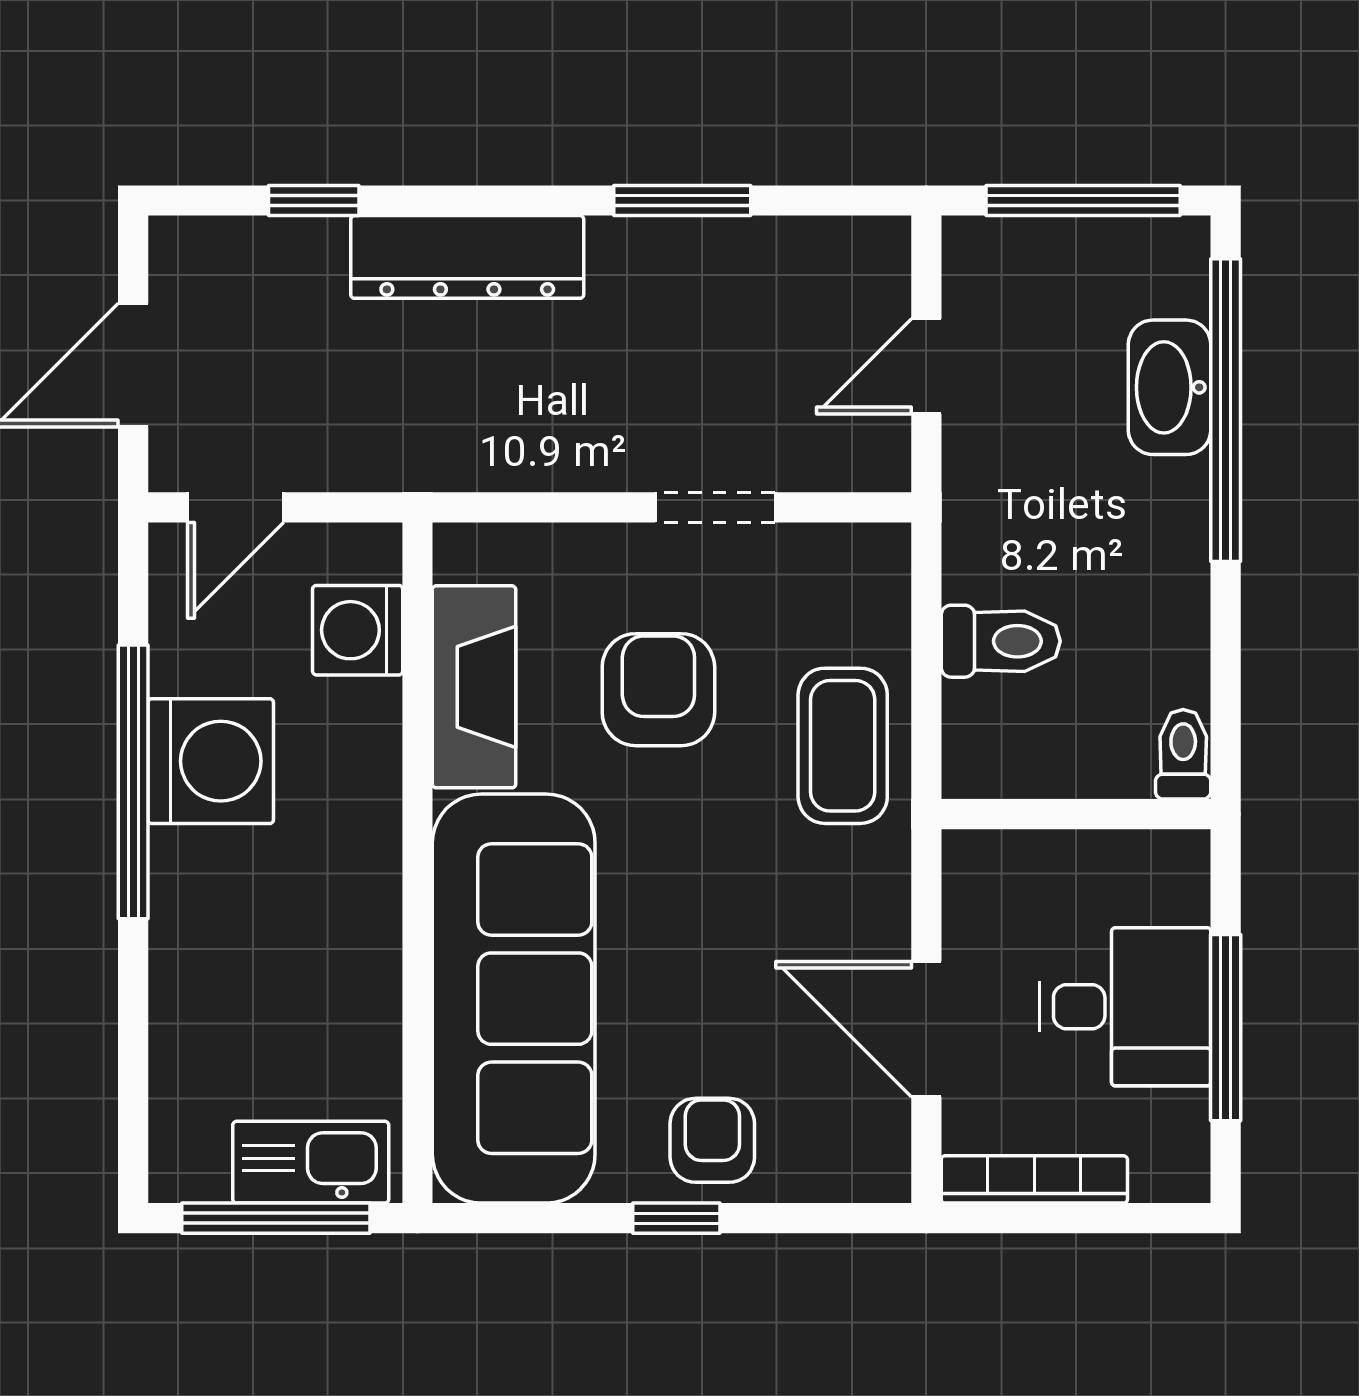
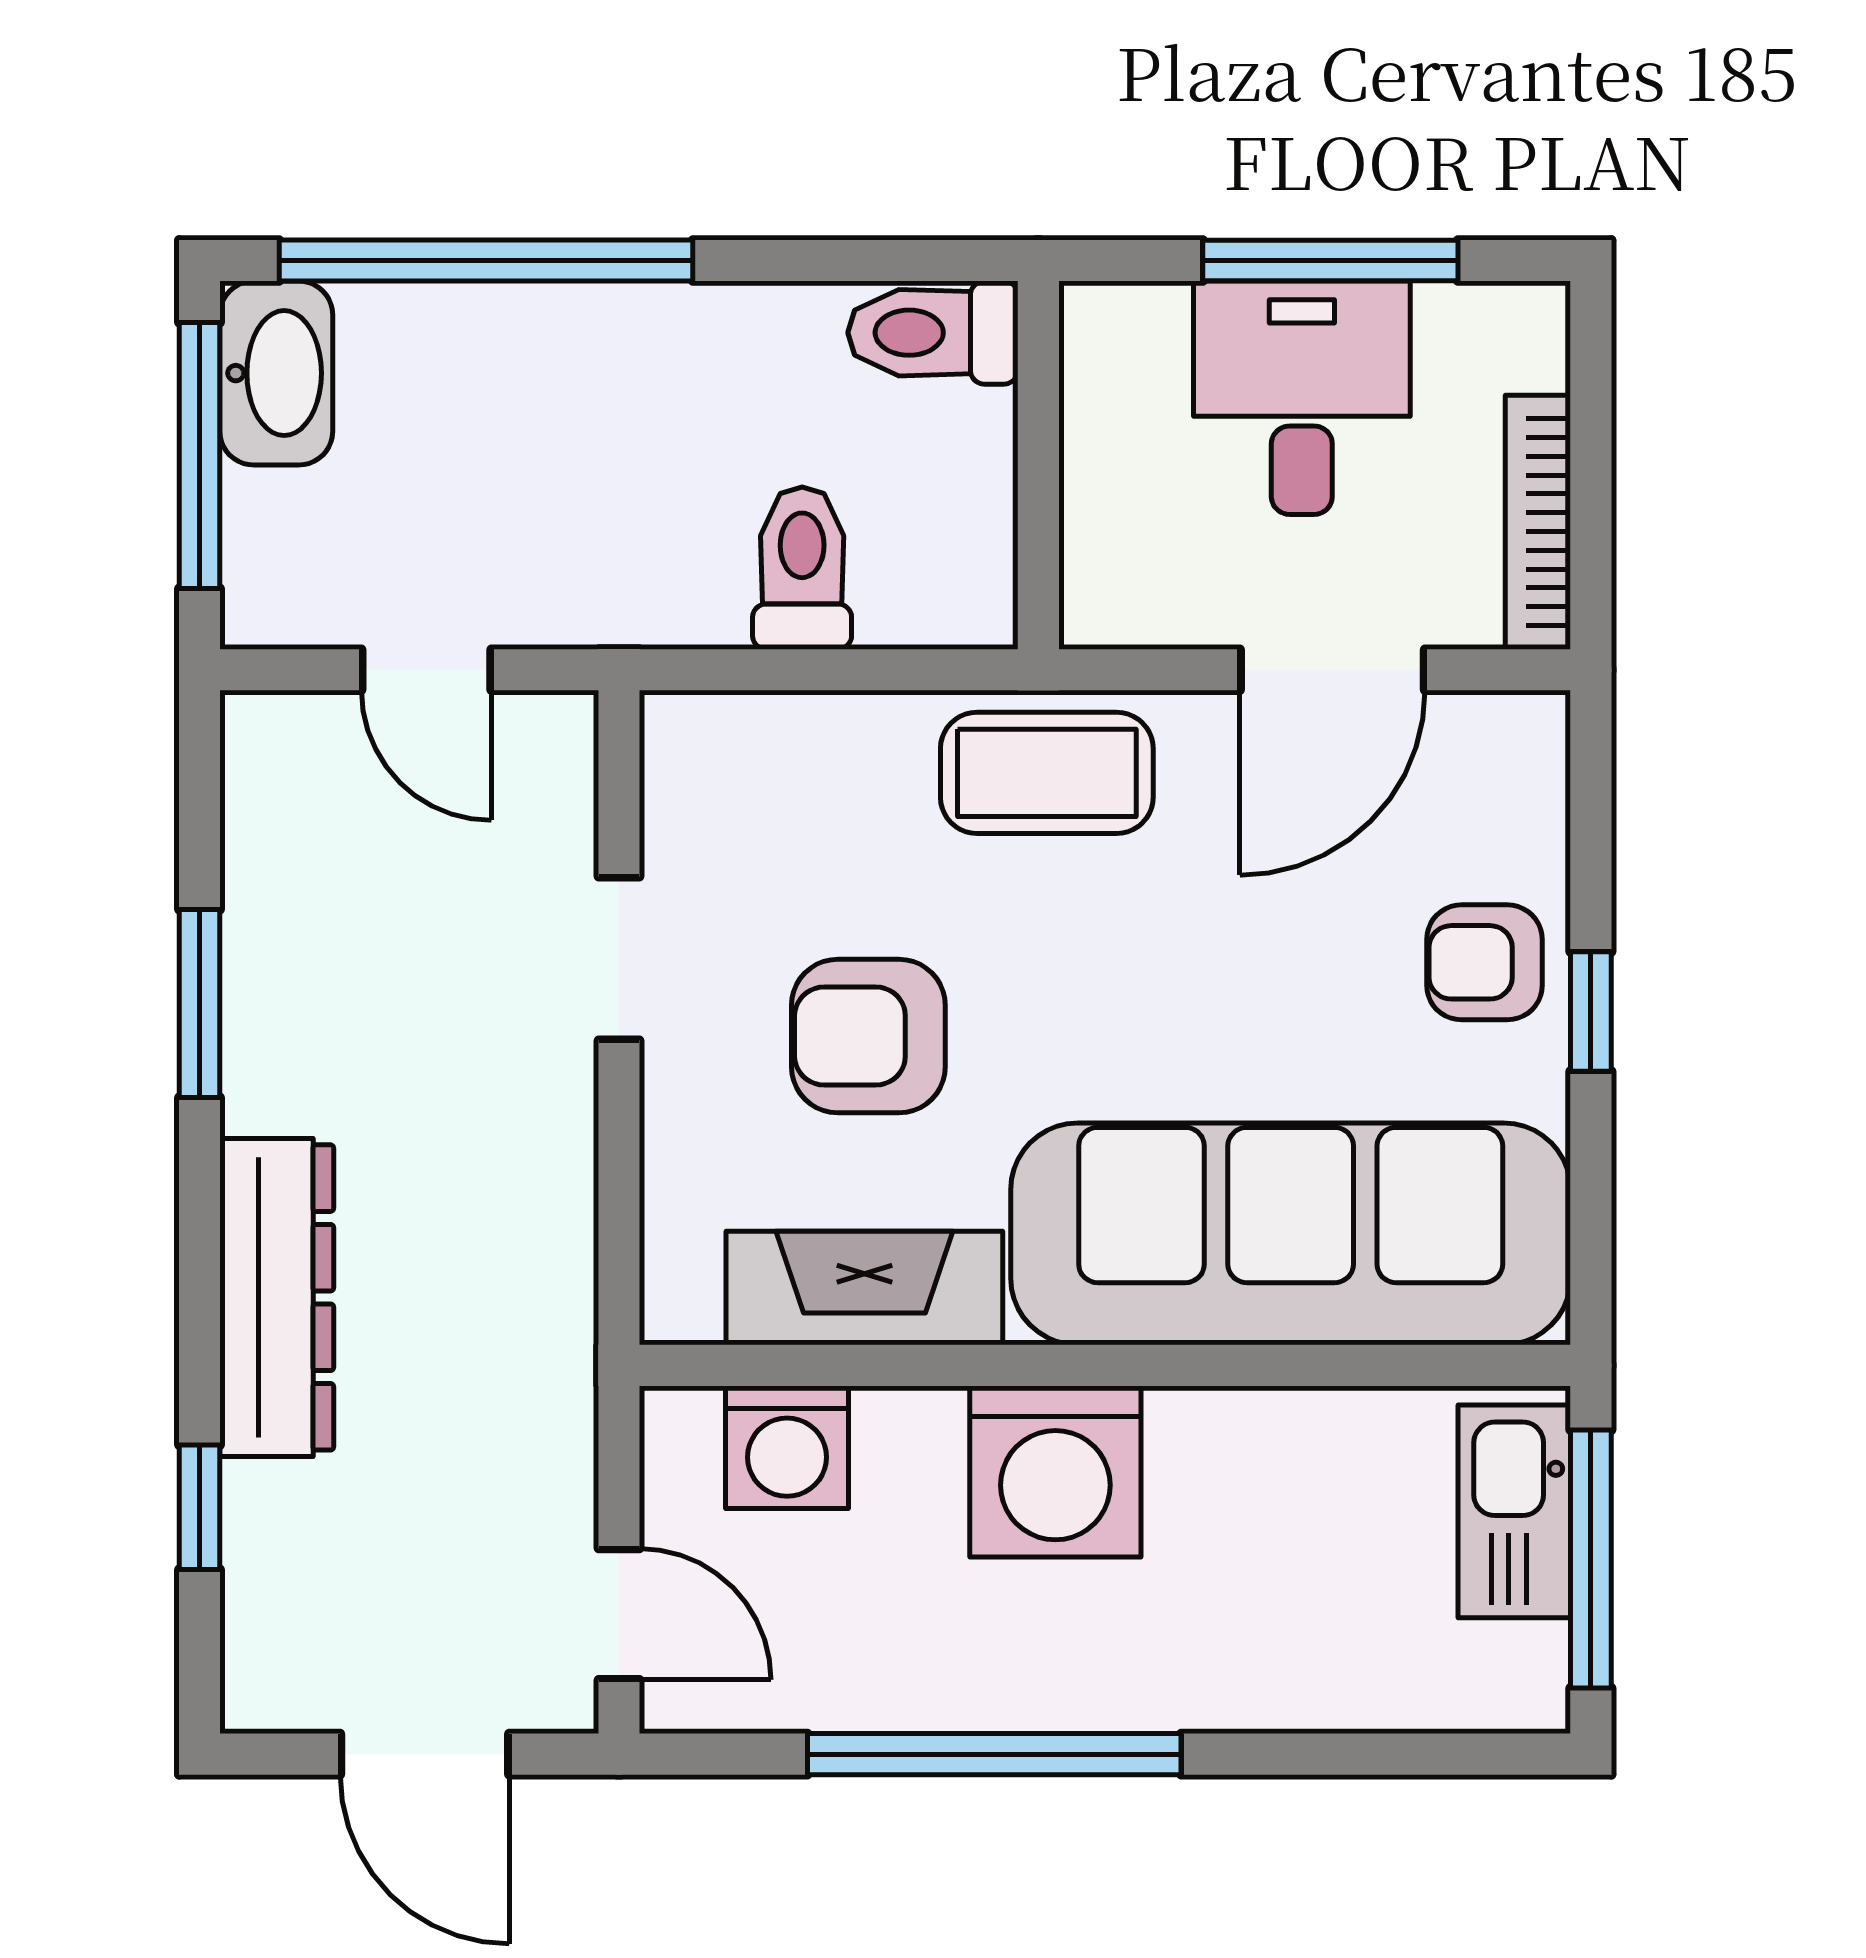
washbasin: (1170, 387) -> (276, 373), moved, turned -90
coffee table: (843, 746) -> (1047, 773), moved
toilet: (1183, 754) -> (933, 333), width x1.37, depth x1.39
washing machine: (211, 761) -> (1055, 1471), moved, turned 180

